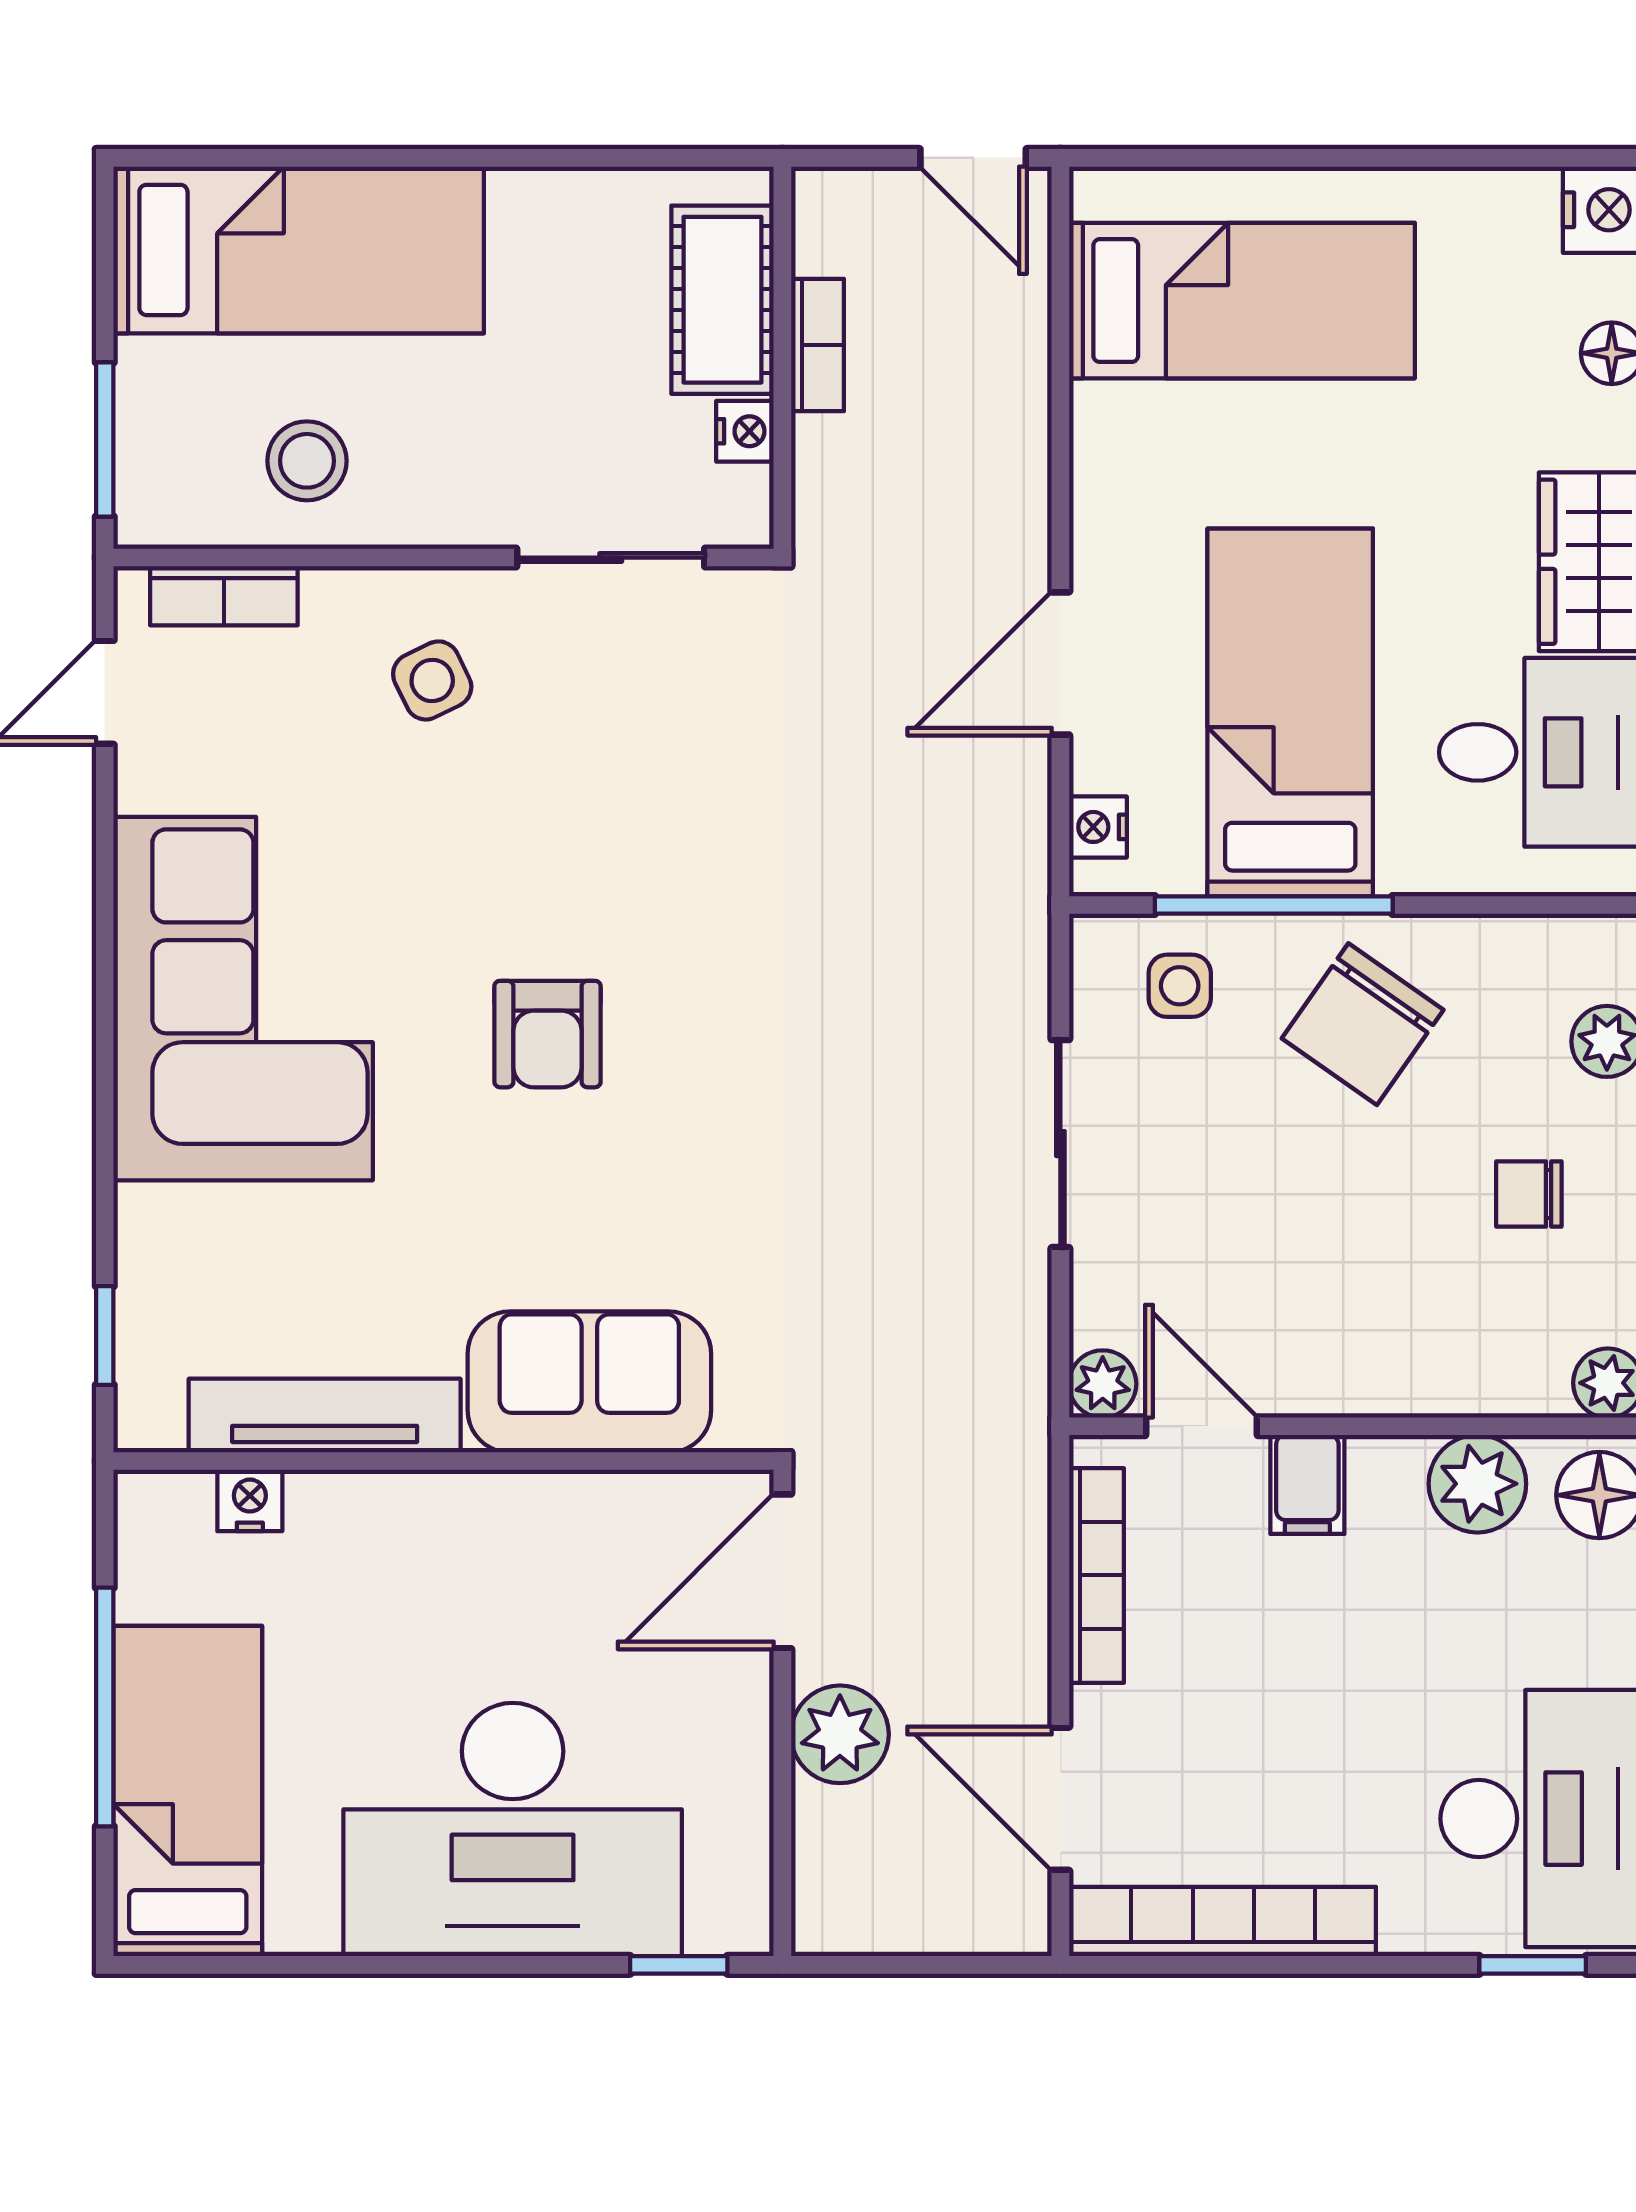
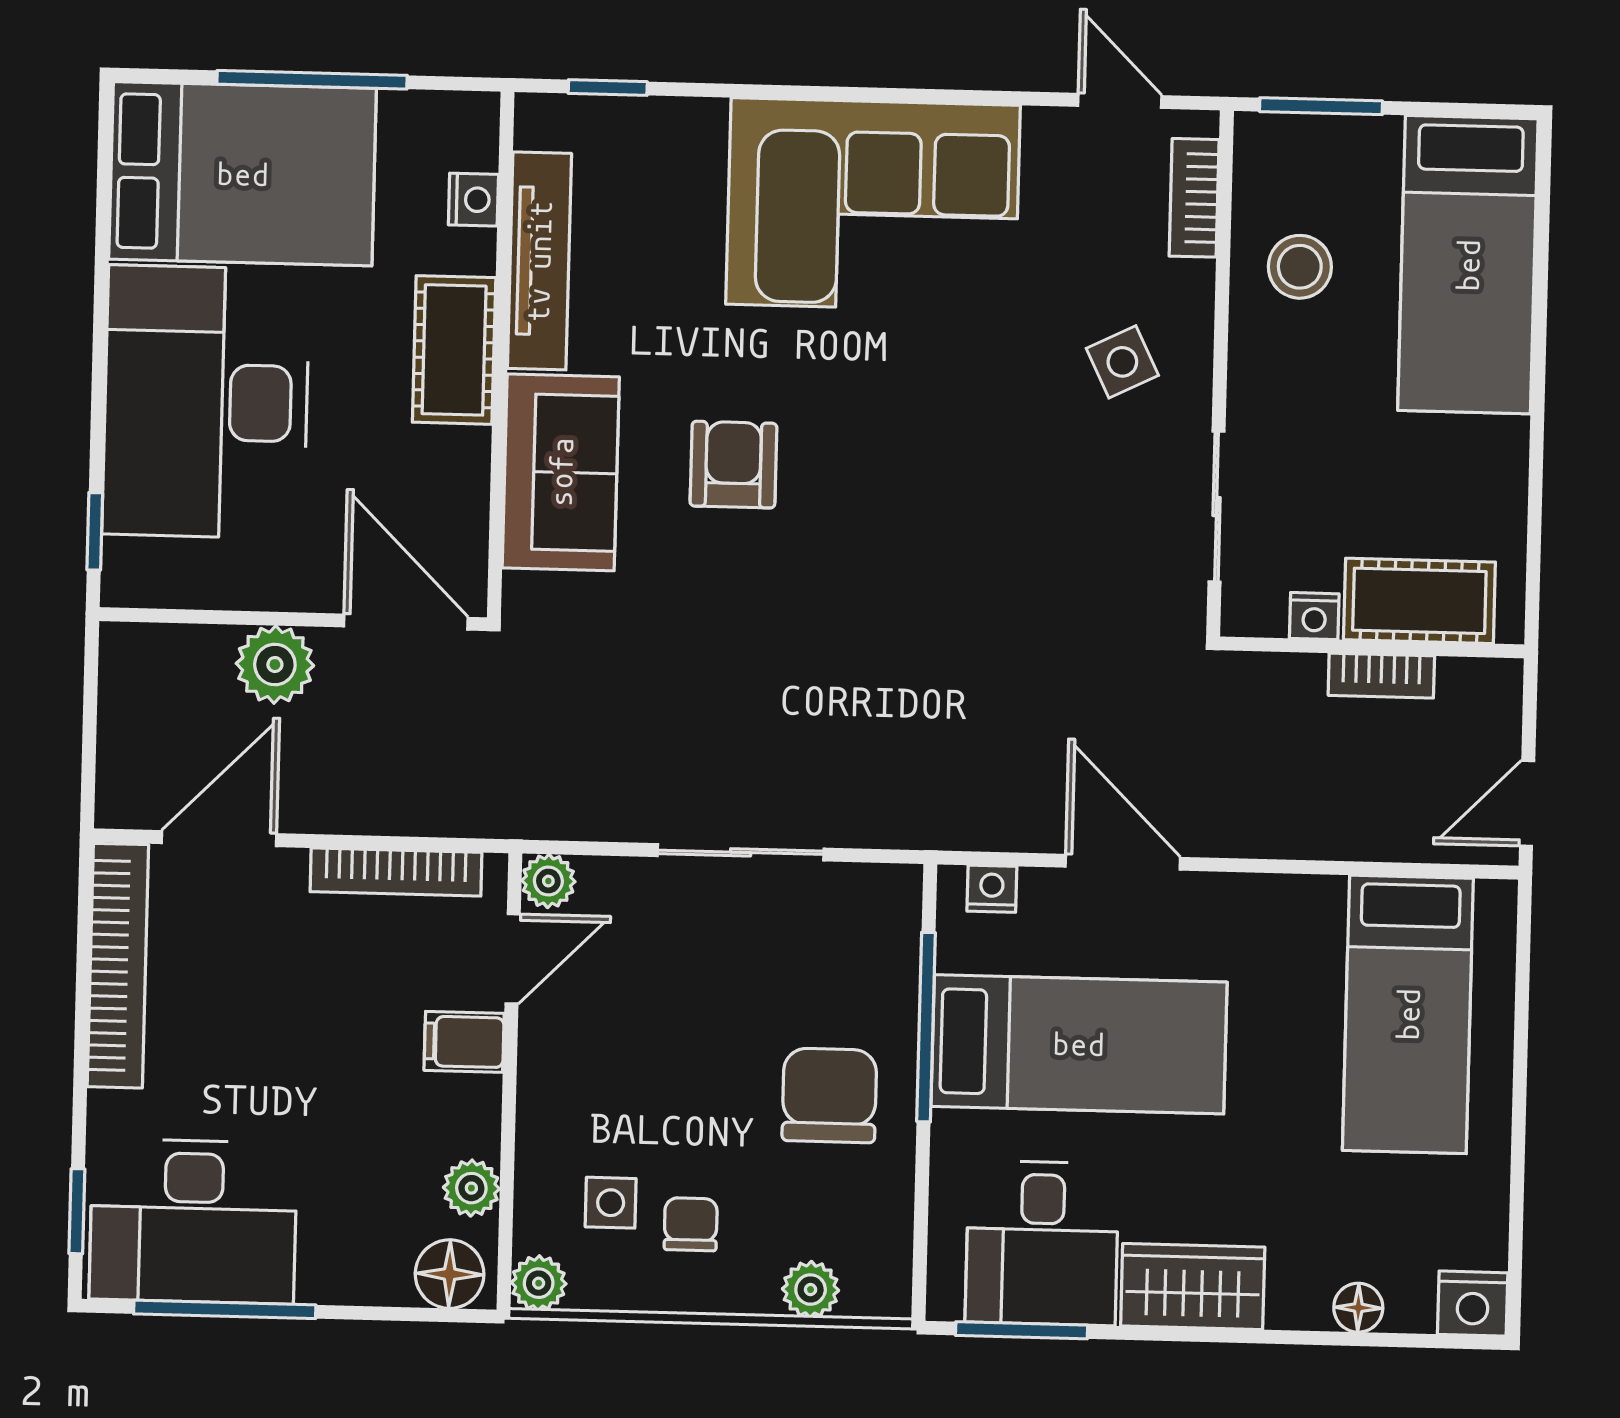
side table: (1180, 986) -> (611, 1203), moved
chair: (1363, 1024) -> (829, 1095), turned 55
armchair: (548, 1034) -> (733, 465), moved, turned 90
plant: (1477, 1484) -> (471, 1188), width x0.73, depth x0.73
cot: (439, 1520) -> (454, 350), added
bed: (188, 1791) -> (243, 174), width x1.50

